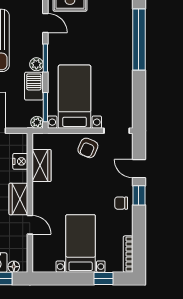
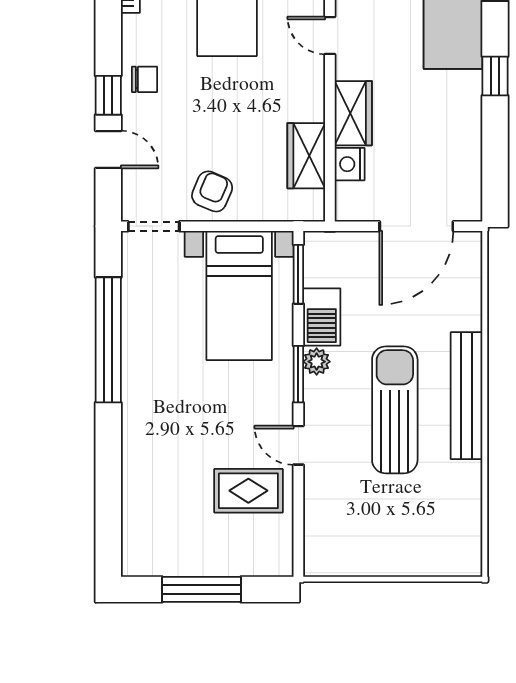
window: (139, 40) -> (108, 340), moved
plant: (37, 122) -> (316, 243), removed
wardrobe: (18, 199) -> (353, 113), moved

